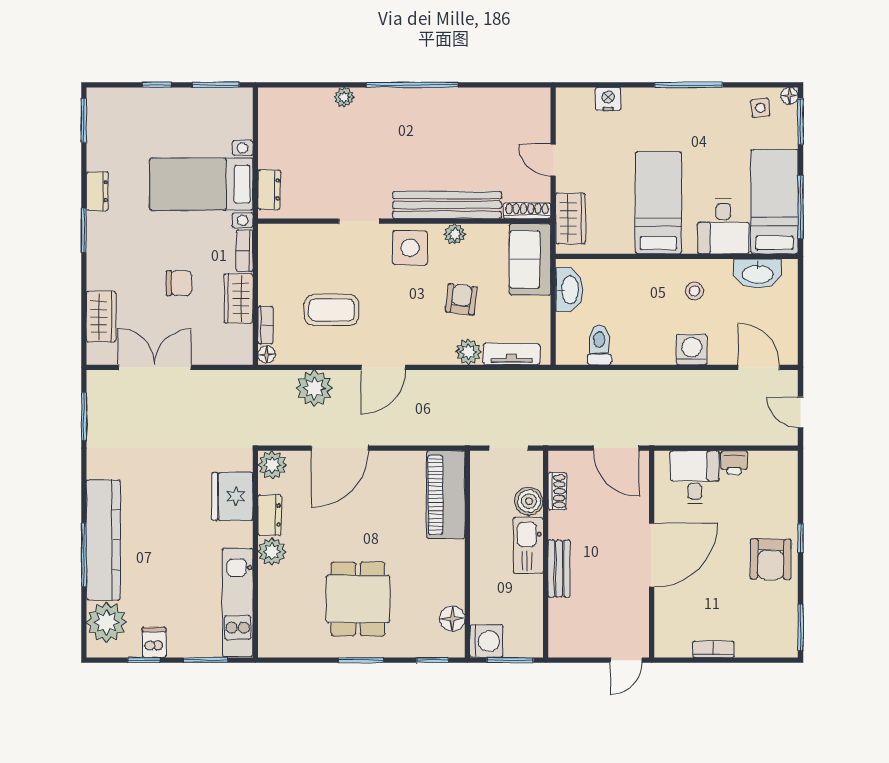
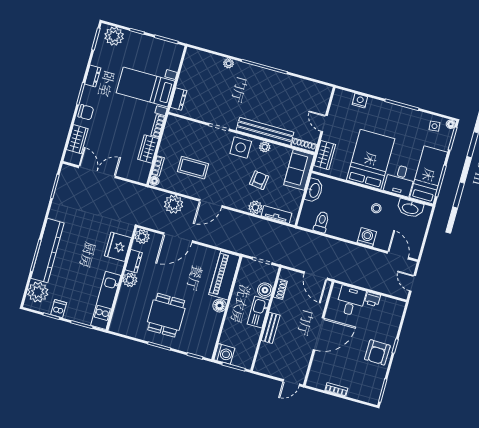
plant: (117, 106) -> (114, 36), added
bed: (658, 203) -> (371, 159), width x1.50
chair: (179, 283) -> (86, 112), moved
floor lamp: (452, 618) -> (219, 306), moved

